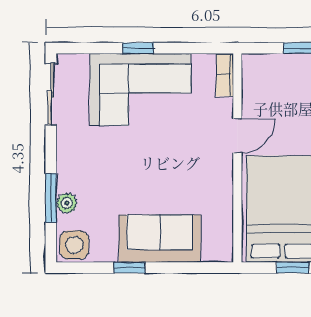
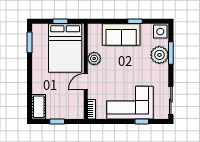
window: (138, 48) -> (142, 122), moved
plant: (219, 186) -> (94, 58), added
plant: (67, 203) -> (159, 55), width x1.87, depth x1.87

